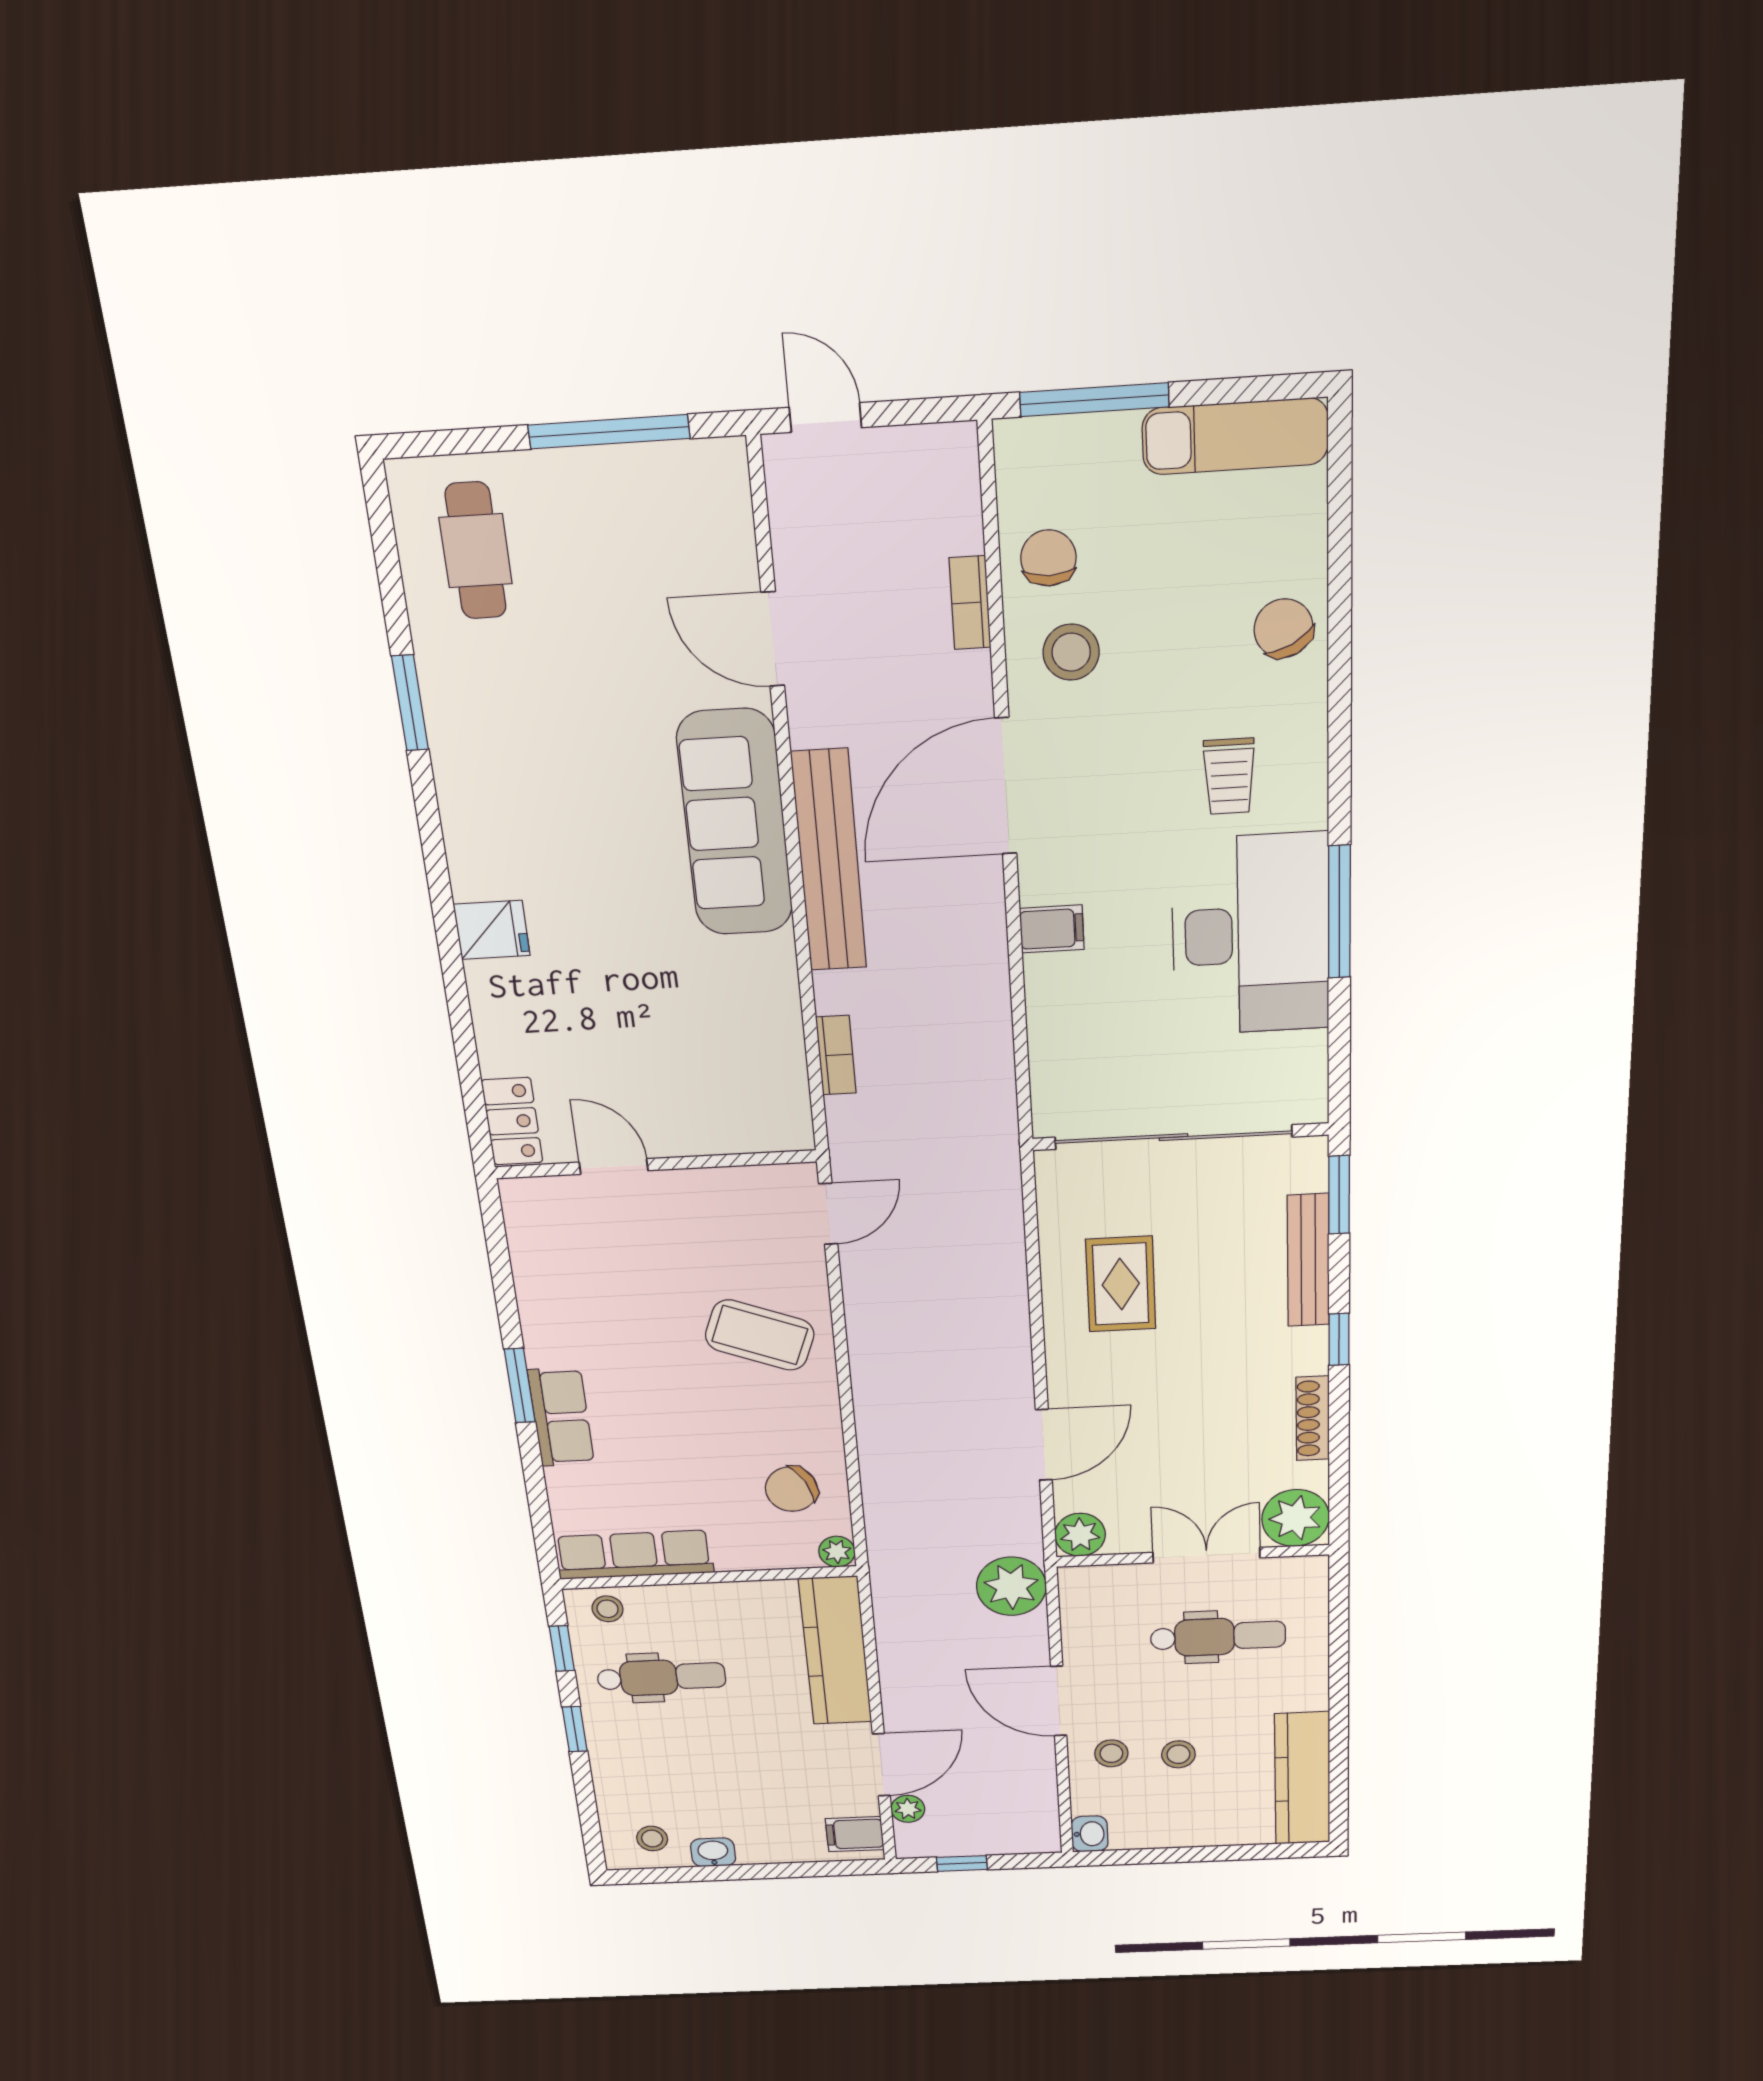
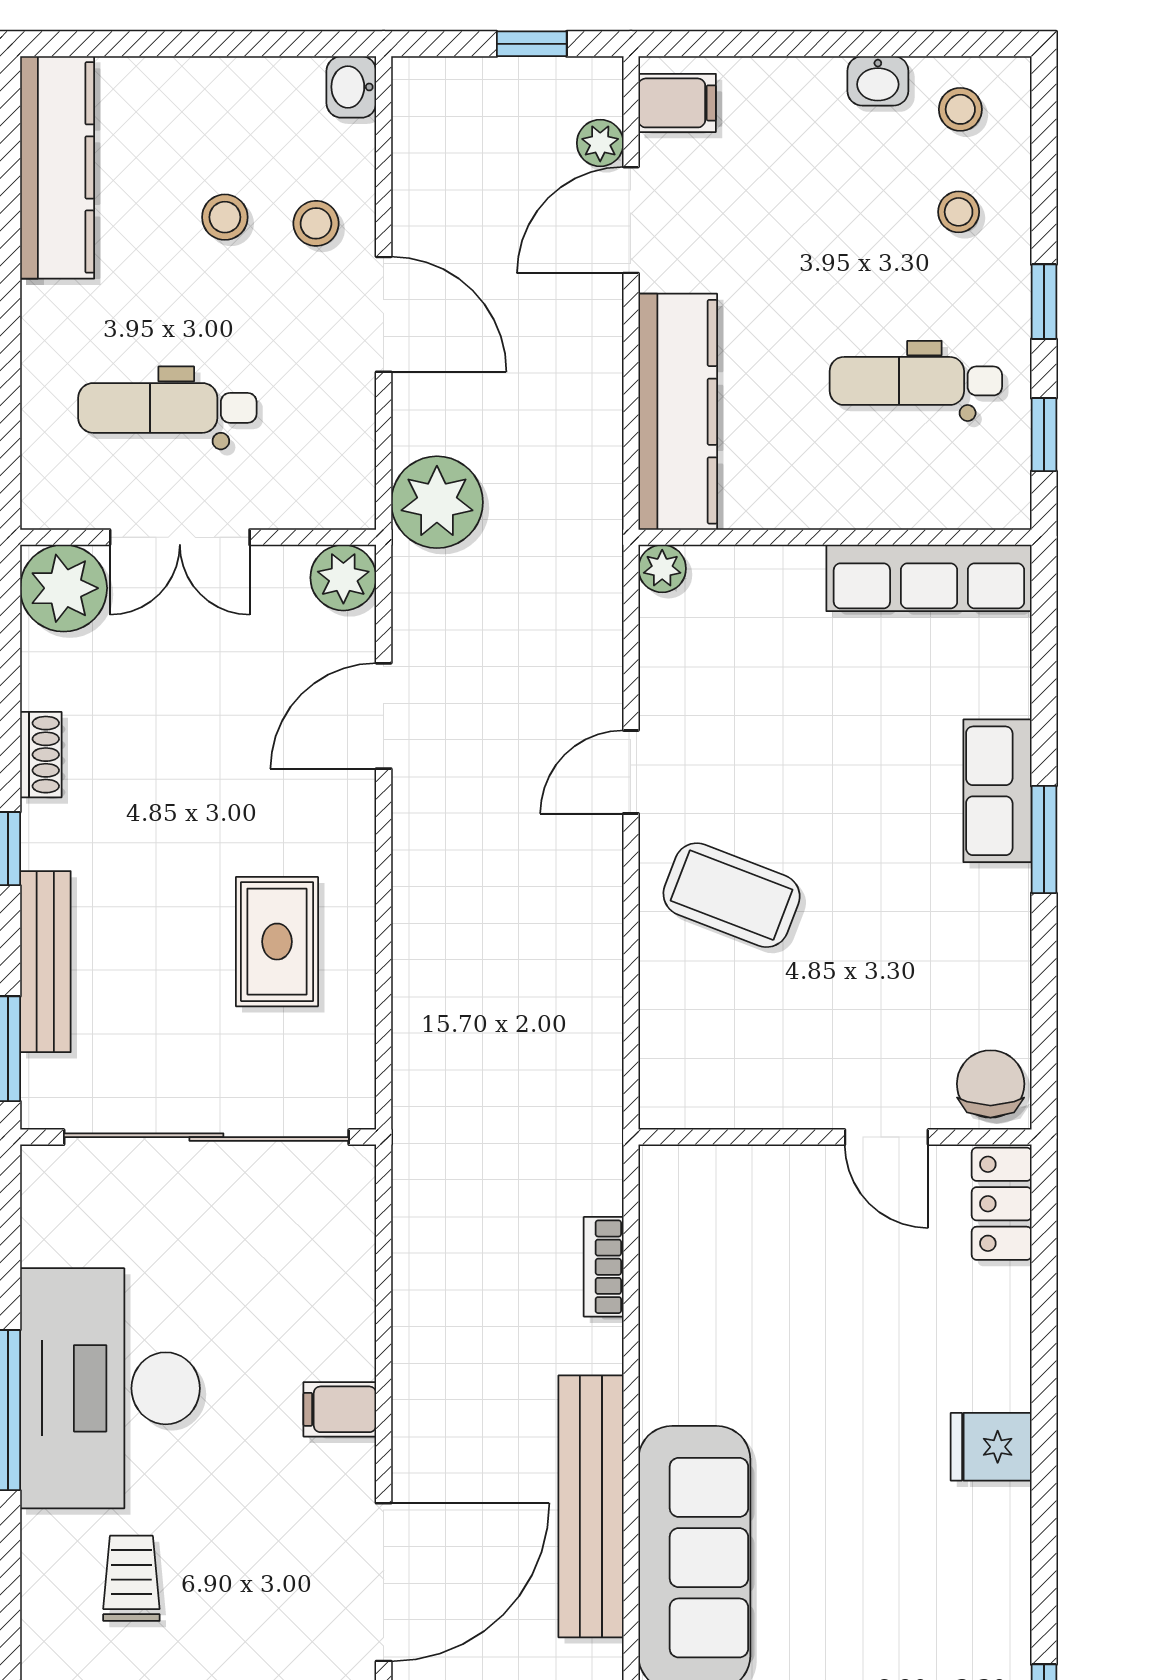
door: (828, 1214) -> (631, 772), moved
shoe rack: (1313, 1418) -> (41, 755), width x0.70
chair: (791, 1489) -> (991, 1084), moved, turned -62
stool: (608, 1609) -> (959, 212), moved

